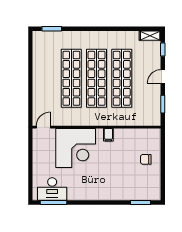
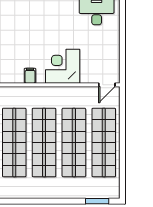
shop shelf: (46, 78) -> (104, 142), added
corner desk: (76, 148) -> (63, 66), width x0.74, depth x0.74

